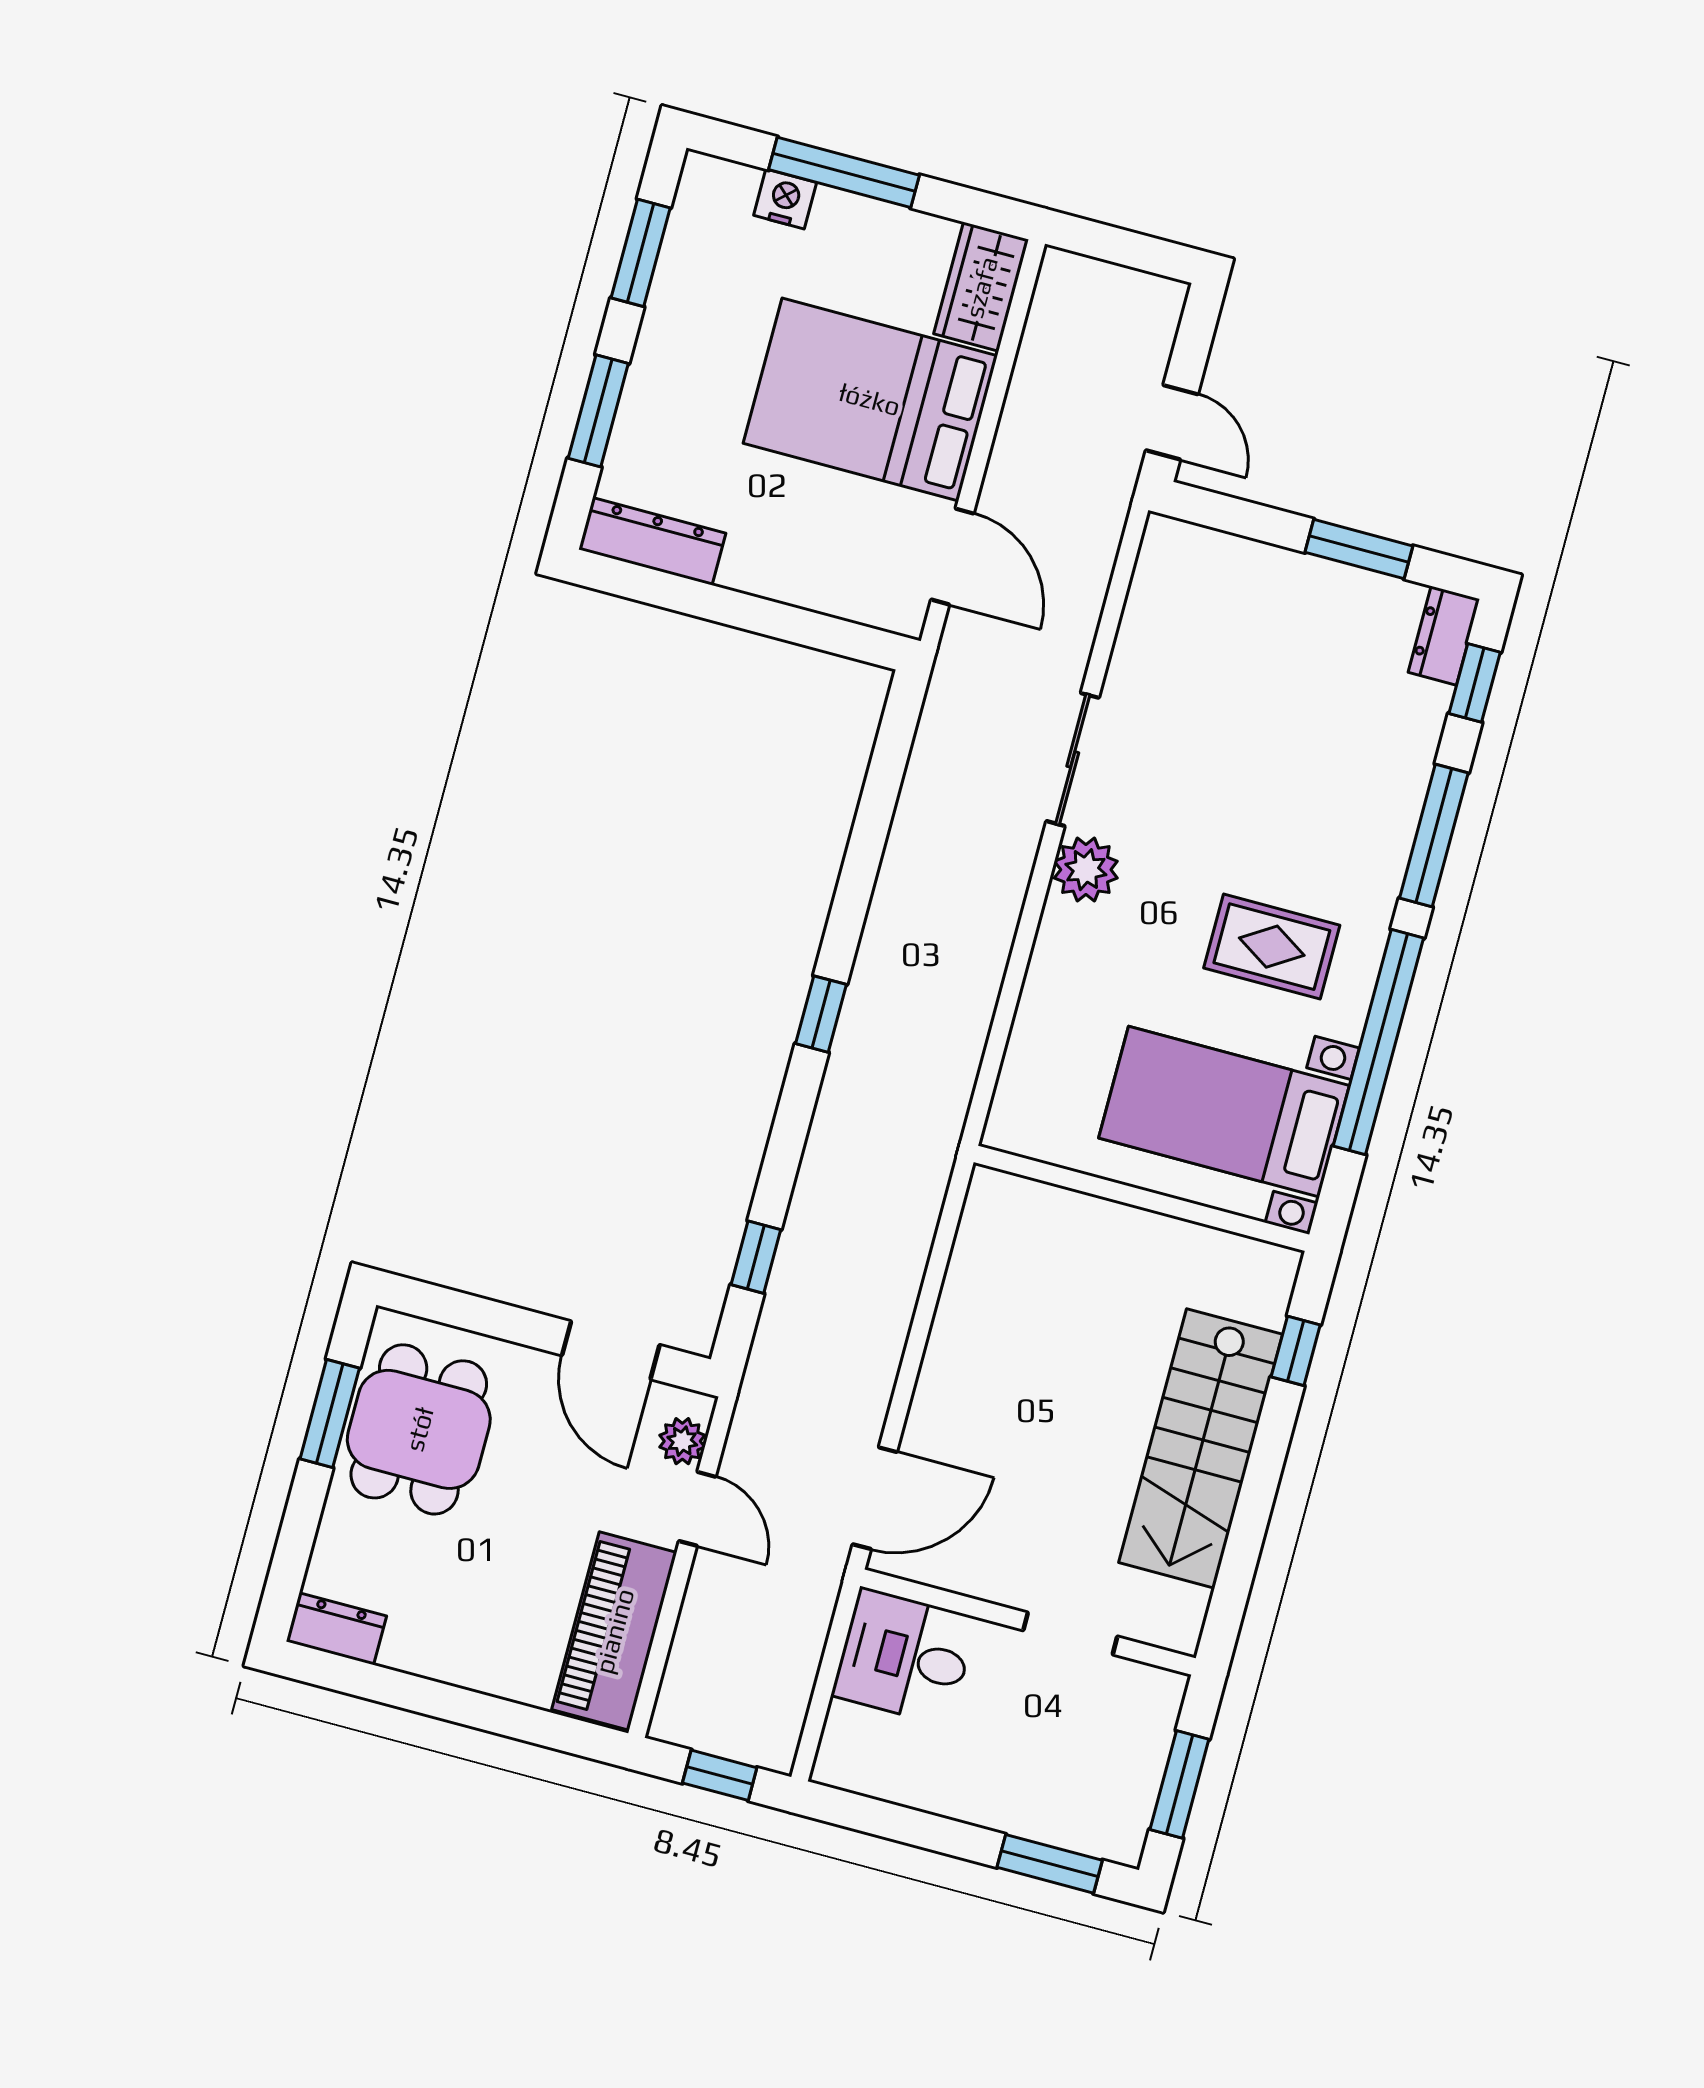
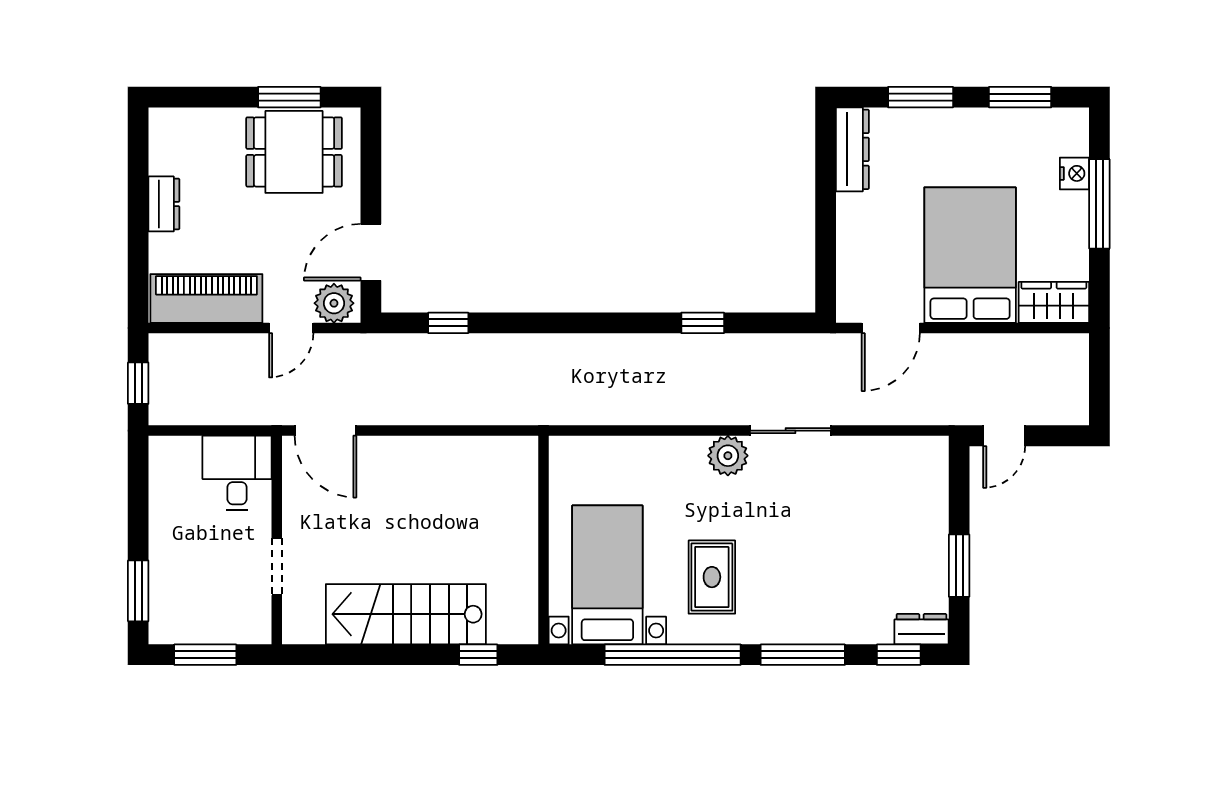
window: (821, 1014) -> (703, 323), moved
plant: (682, 1441) -> (334, 303), width x1.38, depth x1.38
dresser: (336, 1629) -> (164, 204), moved

